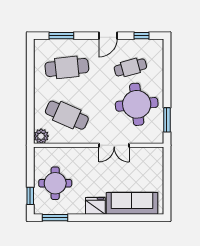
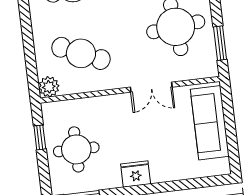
window: (30, 196) -> (40, 137), moved
sofa: (132, 203) -> (210, 123), moved, turned -90

